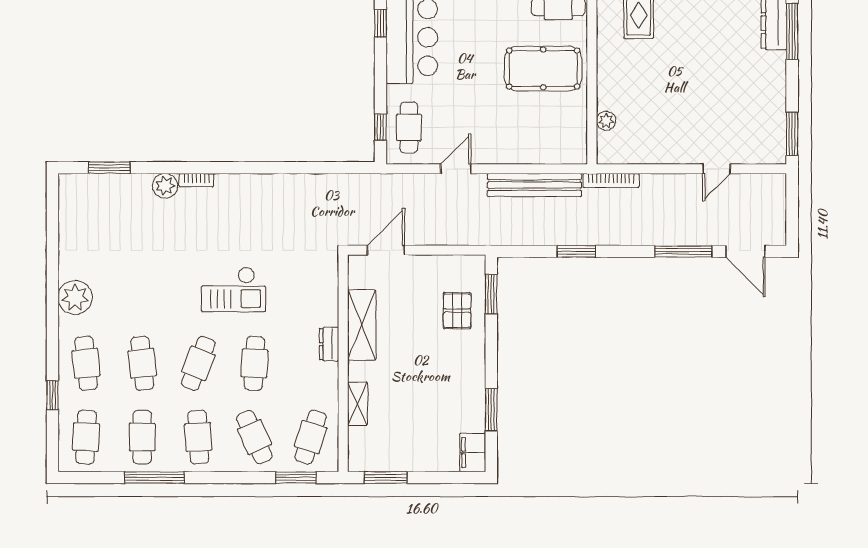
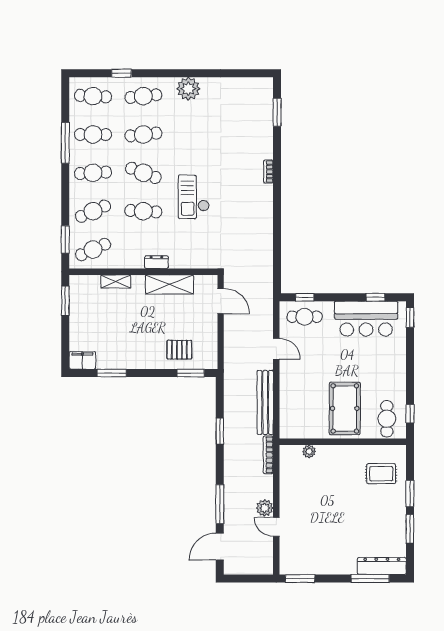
plant: (165, 186) -> (265, 508), moved
cafe table: (311, 437) -> (93, 250), turned -42

